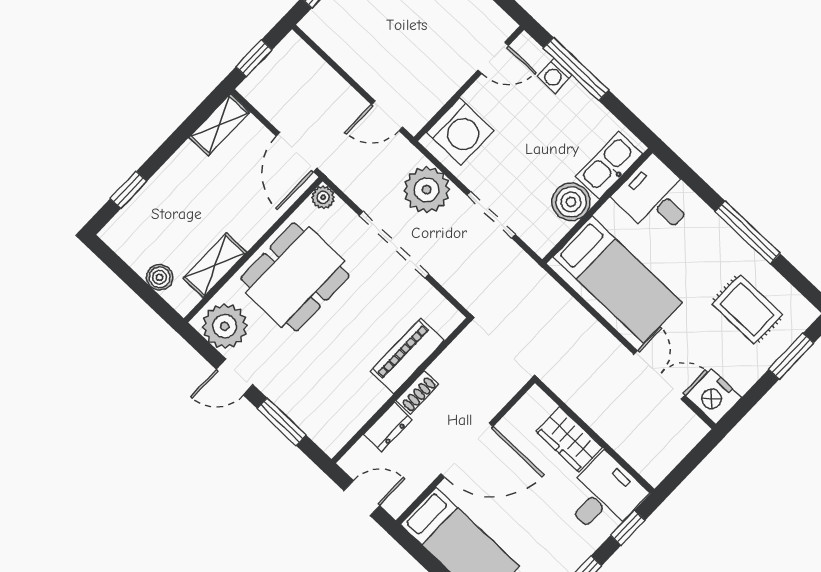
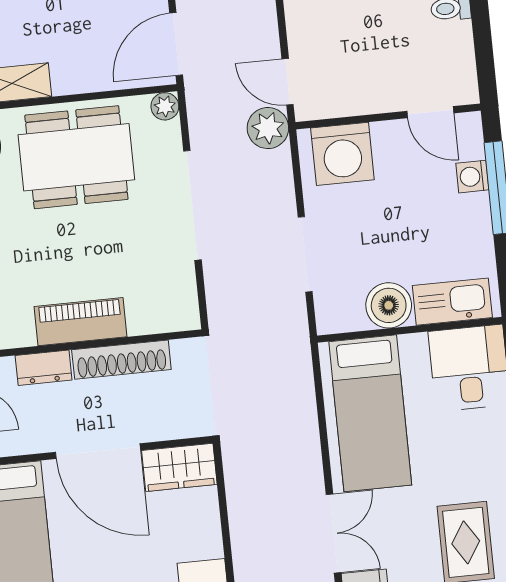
plant: (427, 190) -> (268, 128), moved, width x0.73, depth x0.73
piano: (407, 356) -> (81, 322), moved
shoe rack: (417, 392) -> (121, 360), width x1.94, depth x1.24
wardrobe: (569, 440) -> (179, 467), moved, turned -90

